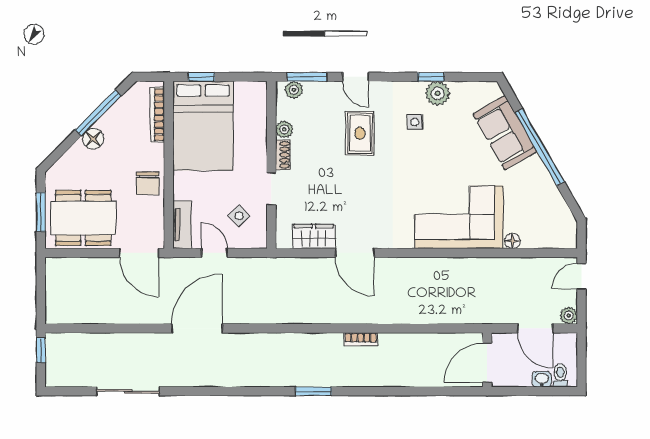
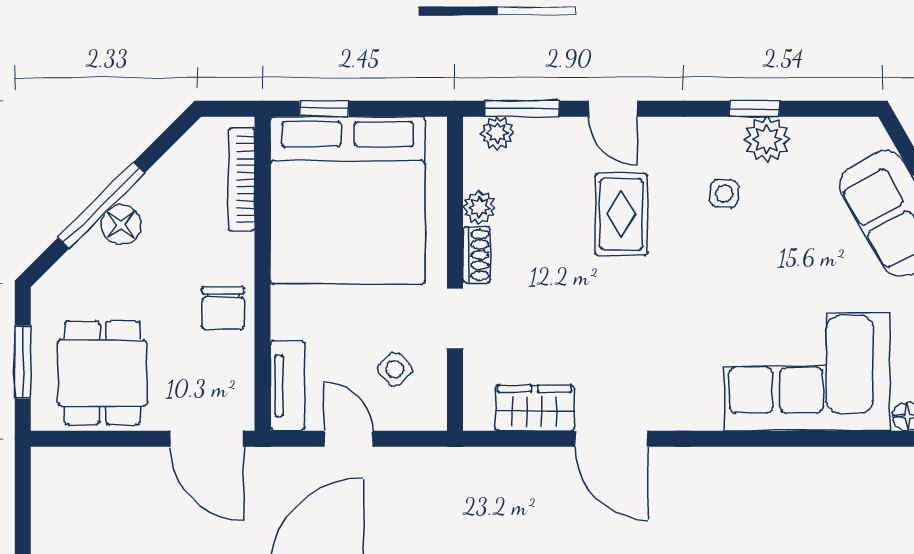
window: (98, 113) -> (101, 205), moved
bed: (203, 126) -> (348, 200), width x1.36
dining table: (83, 218) -> (102, 373), width x0.73

